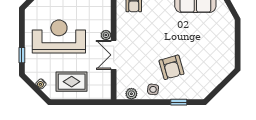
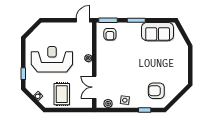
double door: (114, 55) -> (94, 87), moved
armchair: (171, 67) -> (156, 91), moved, turned 106
rug: (72, 82) -> (62, 94), turned 90

